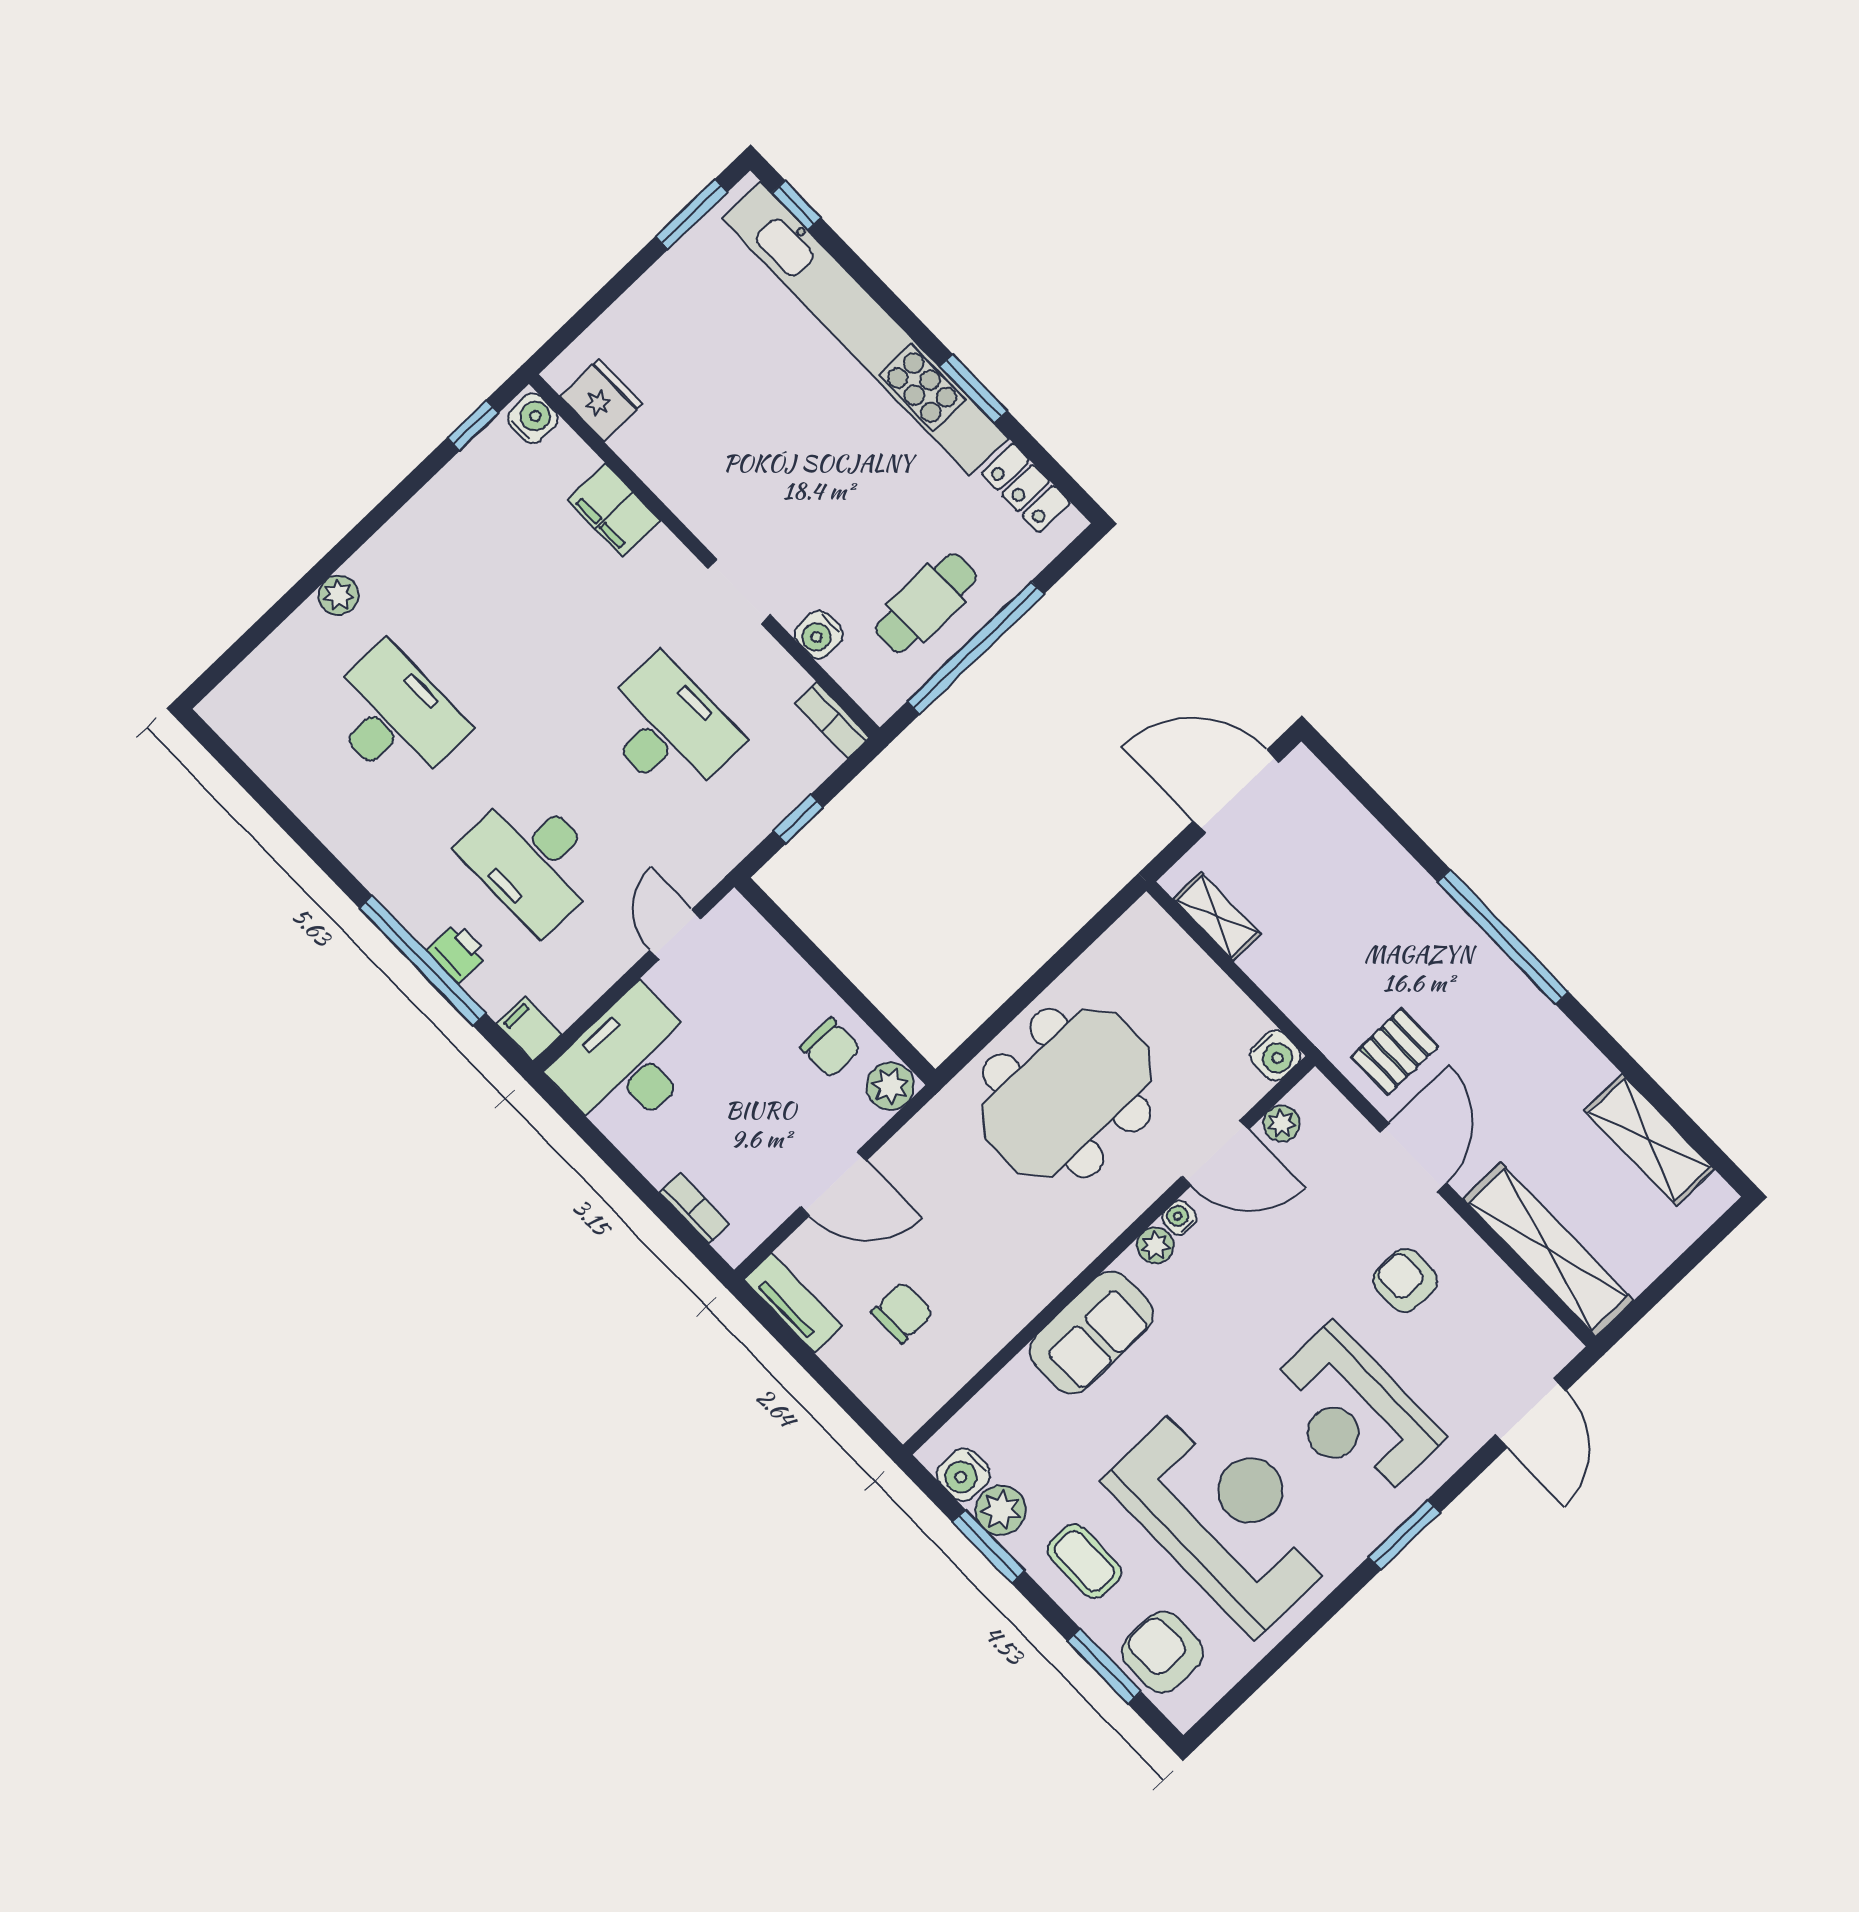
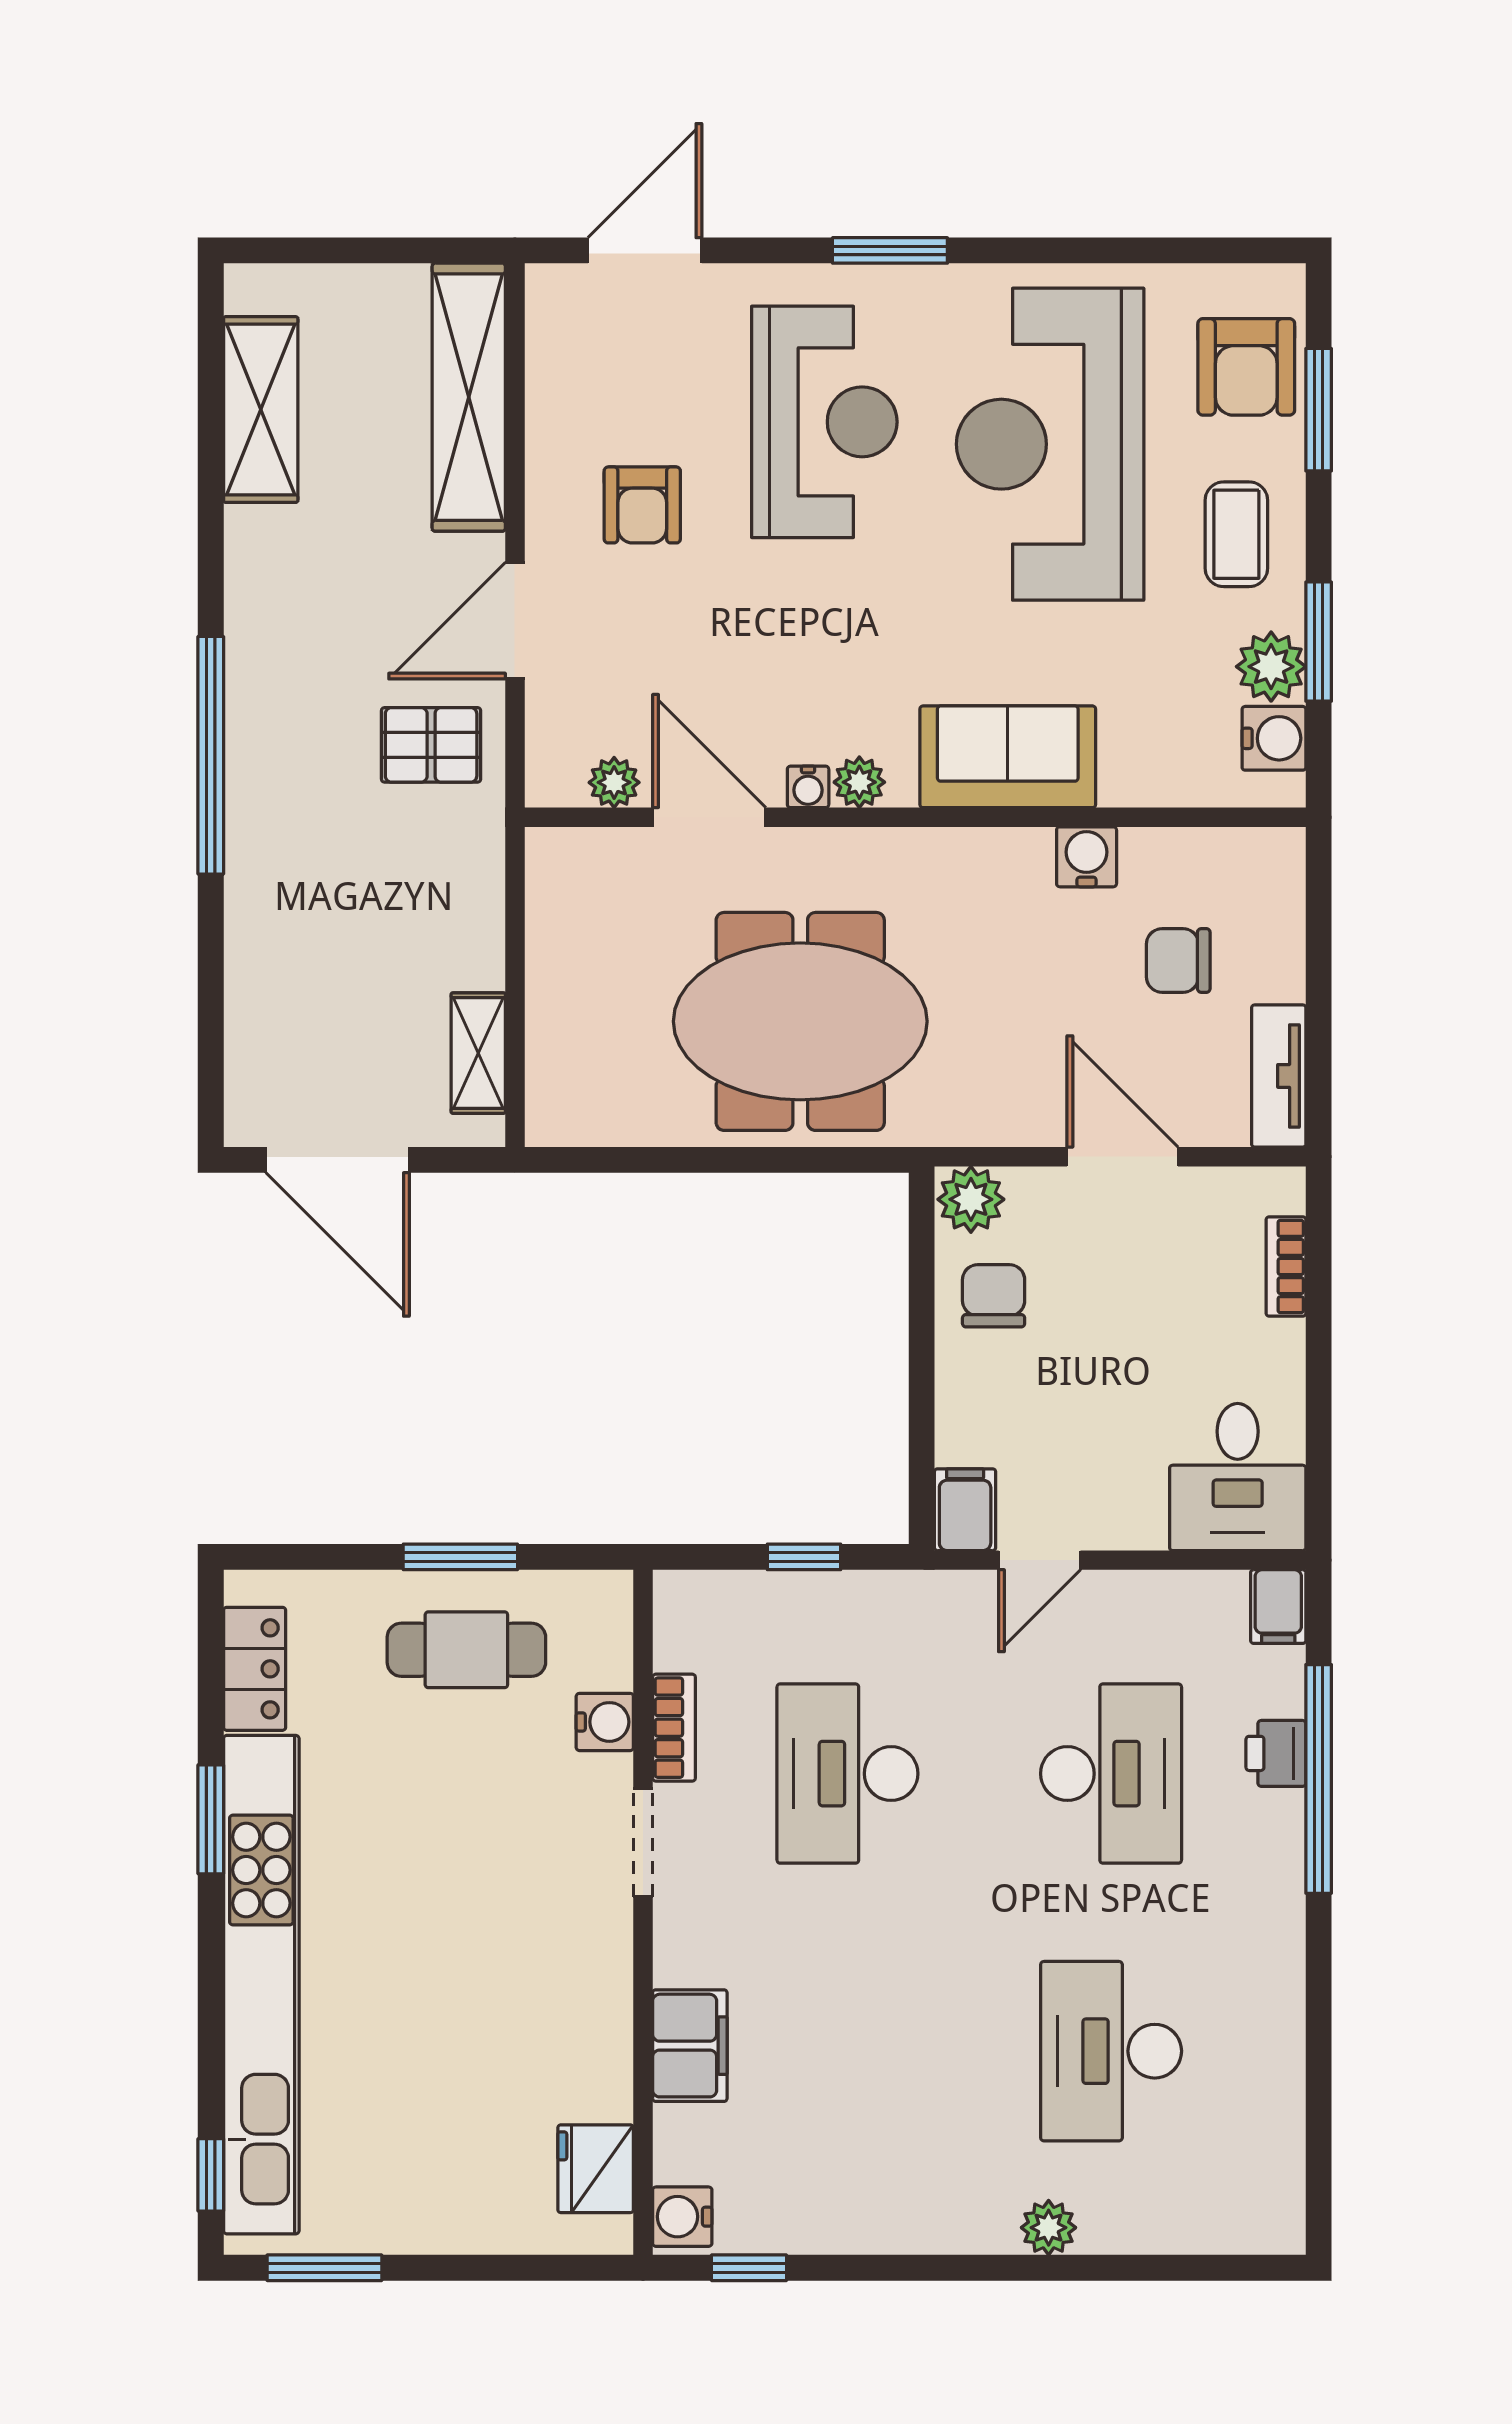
window: (975, 648) -> (460, 1557), width x0.47
bookcase: (832, 720) -> (674, 1728), moved
filing cabinet: (739, 923) -> (965, 1510), added
water cooler: (1275, 1055) -> (1087, 857), moved
desk: (628, 1063) -> (1238, 1477), width x0.73

